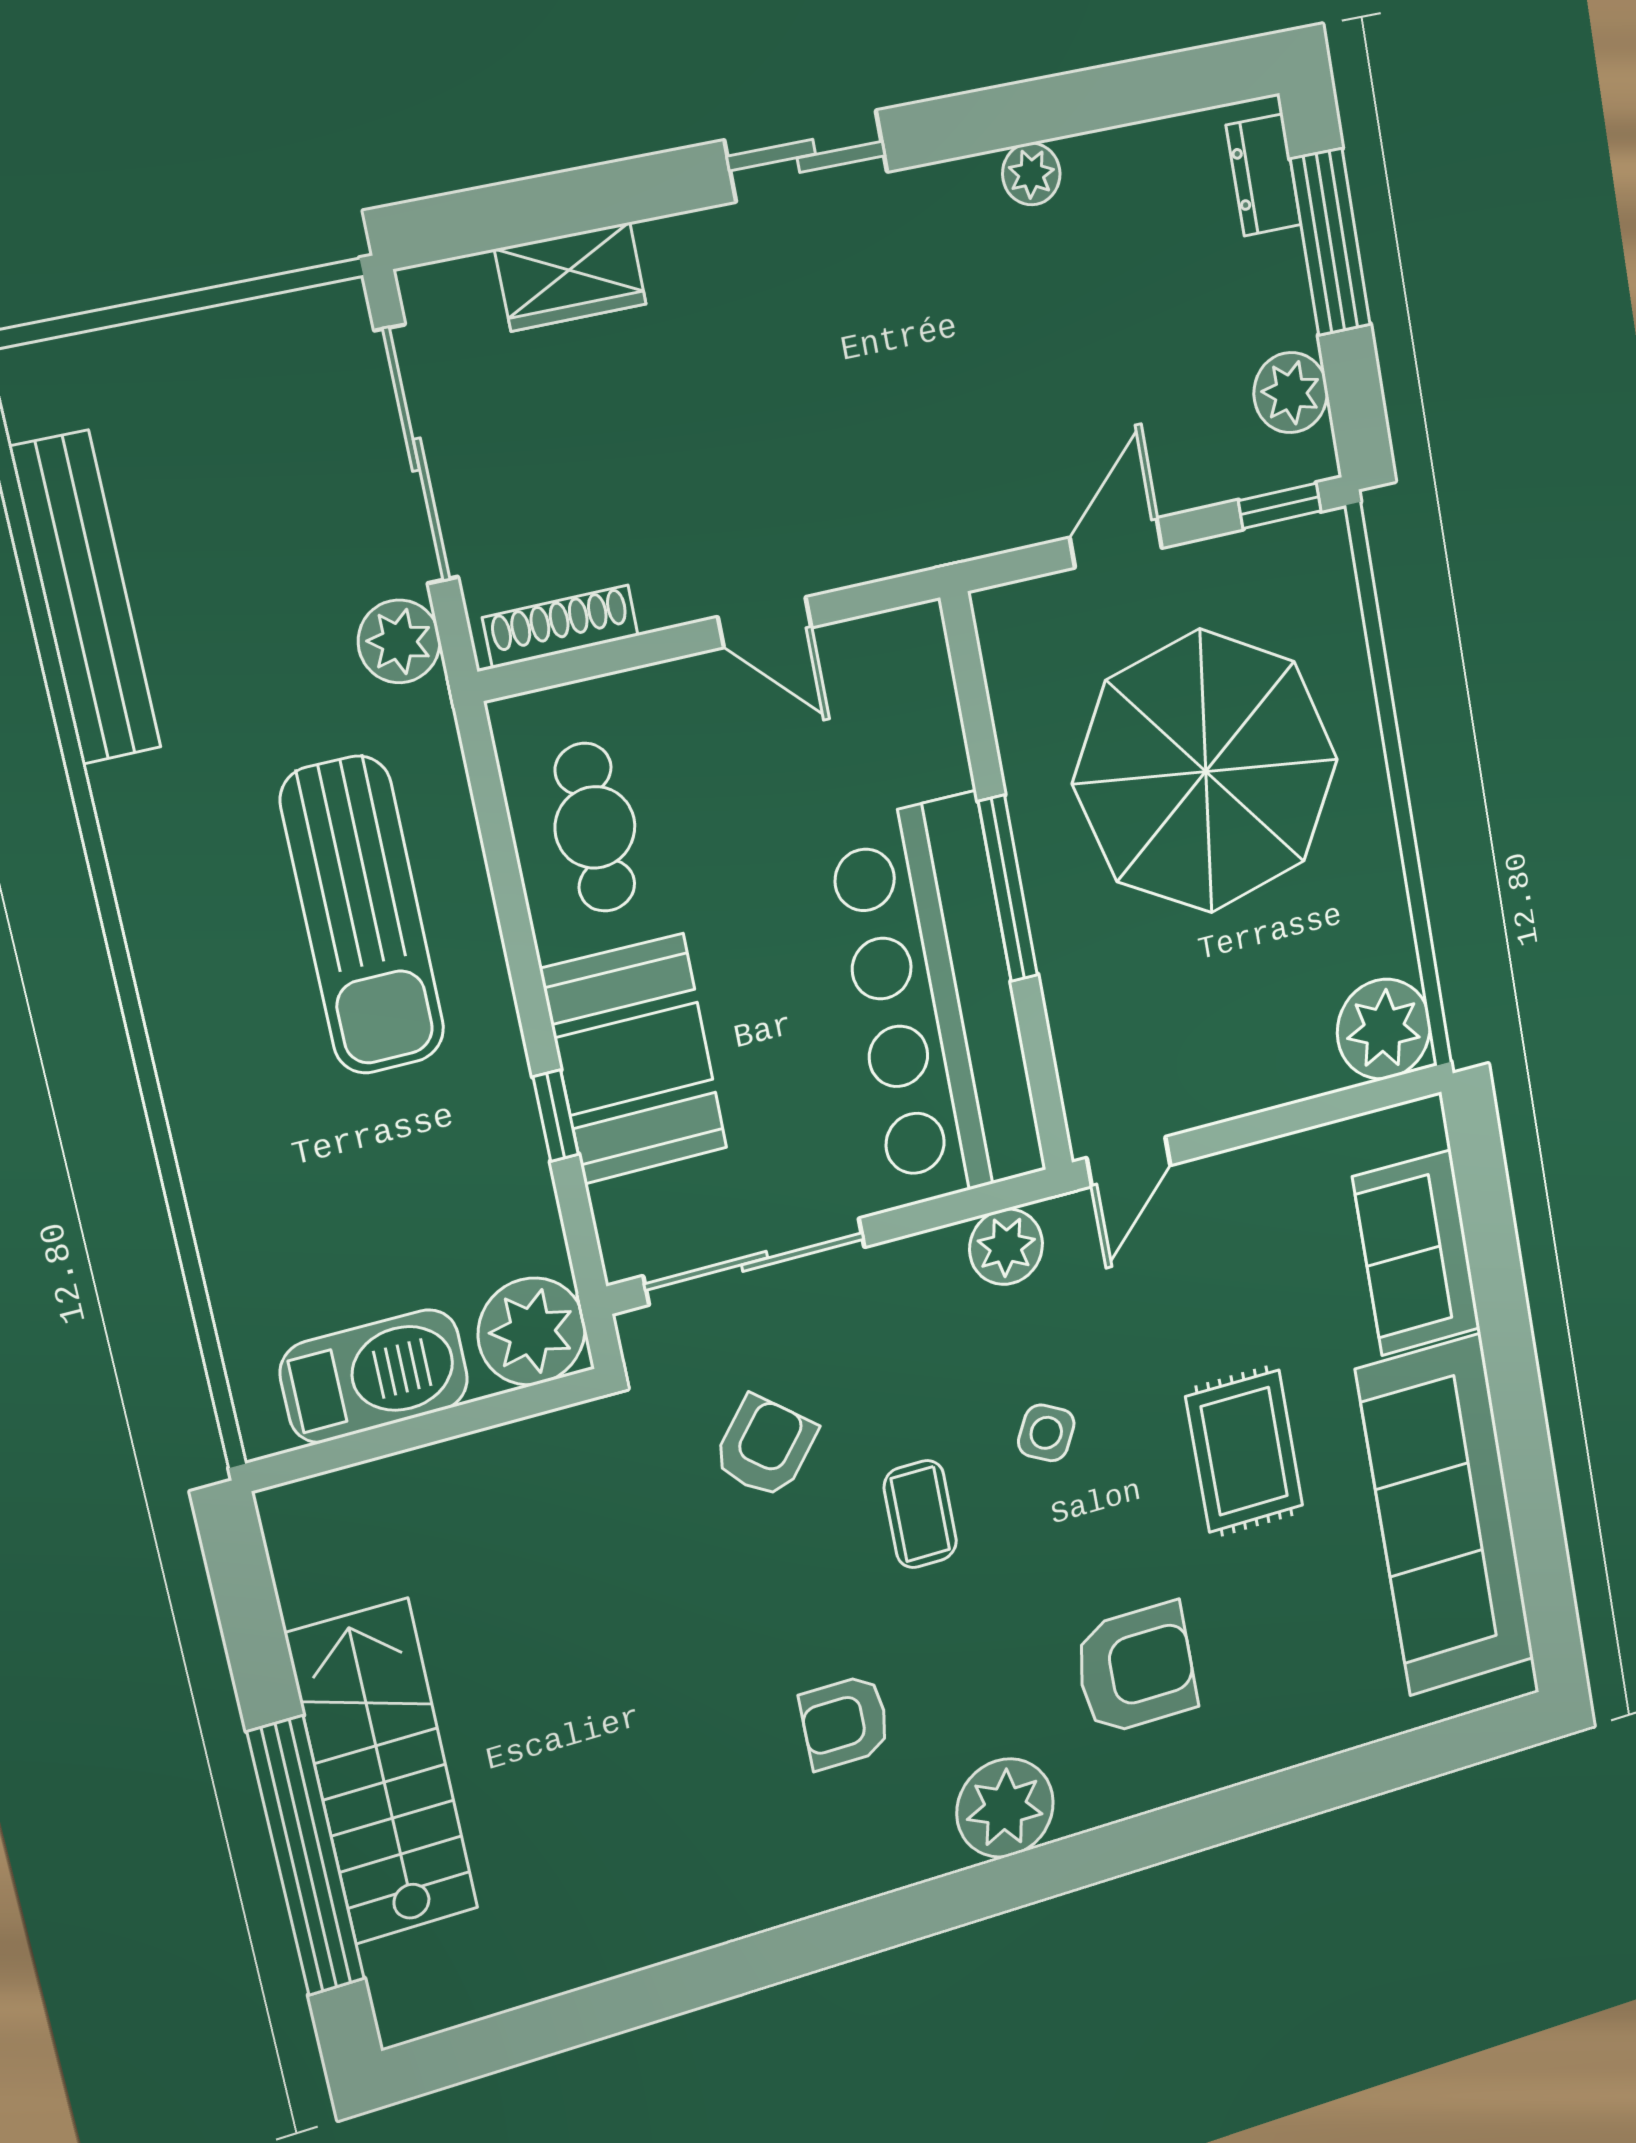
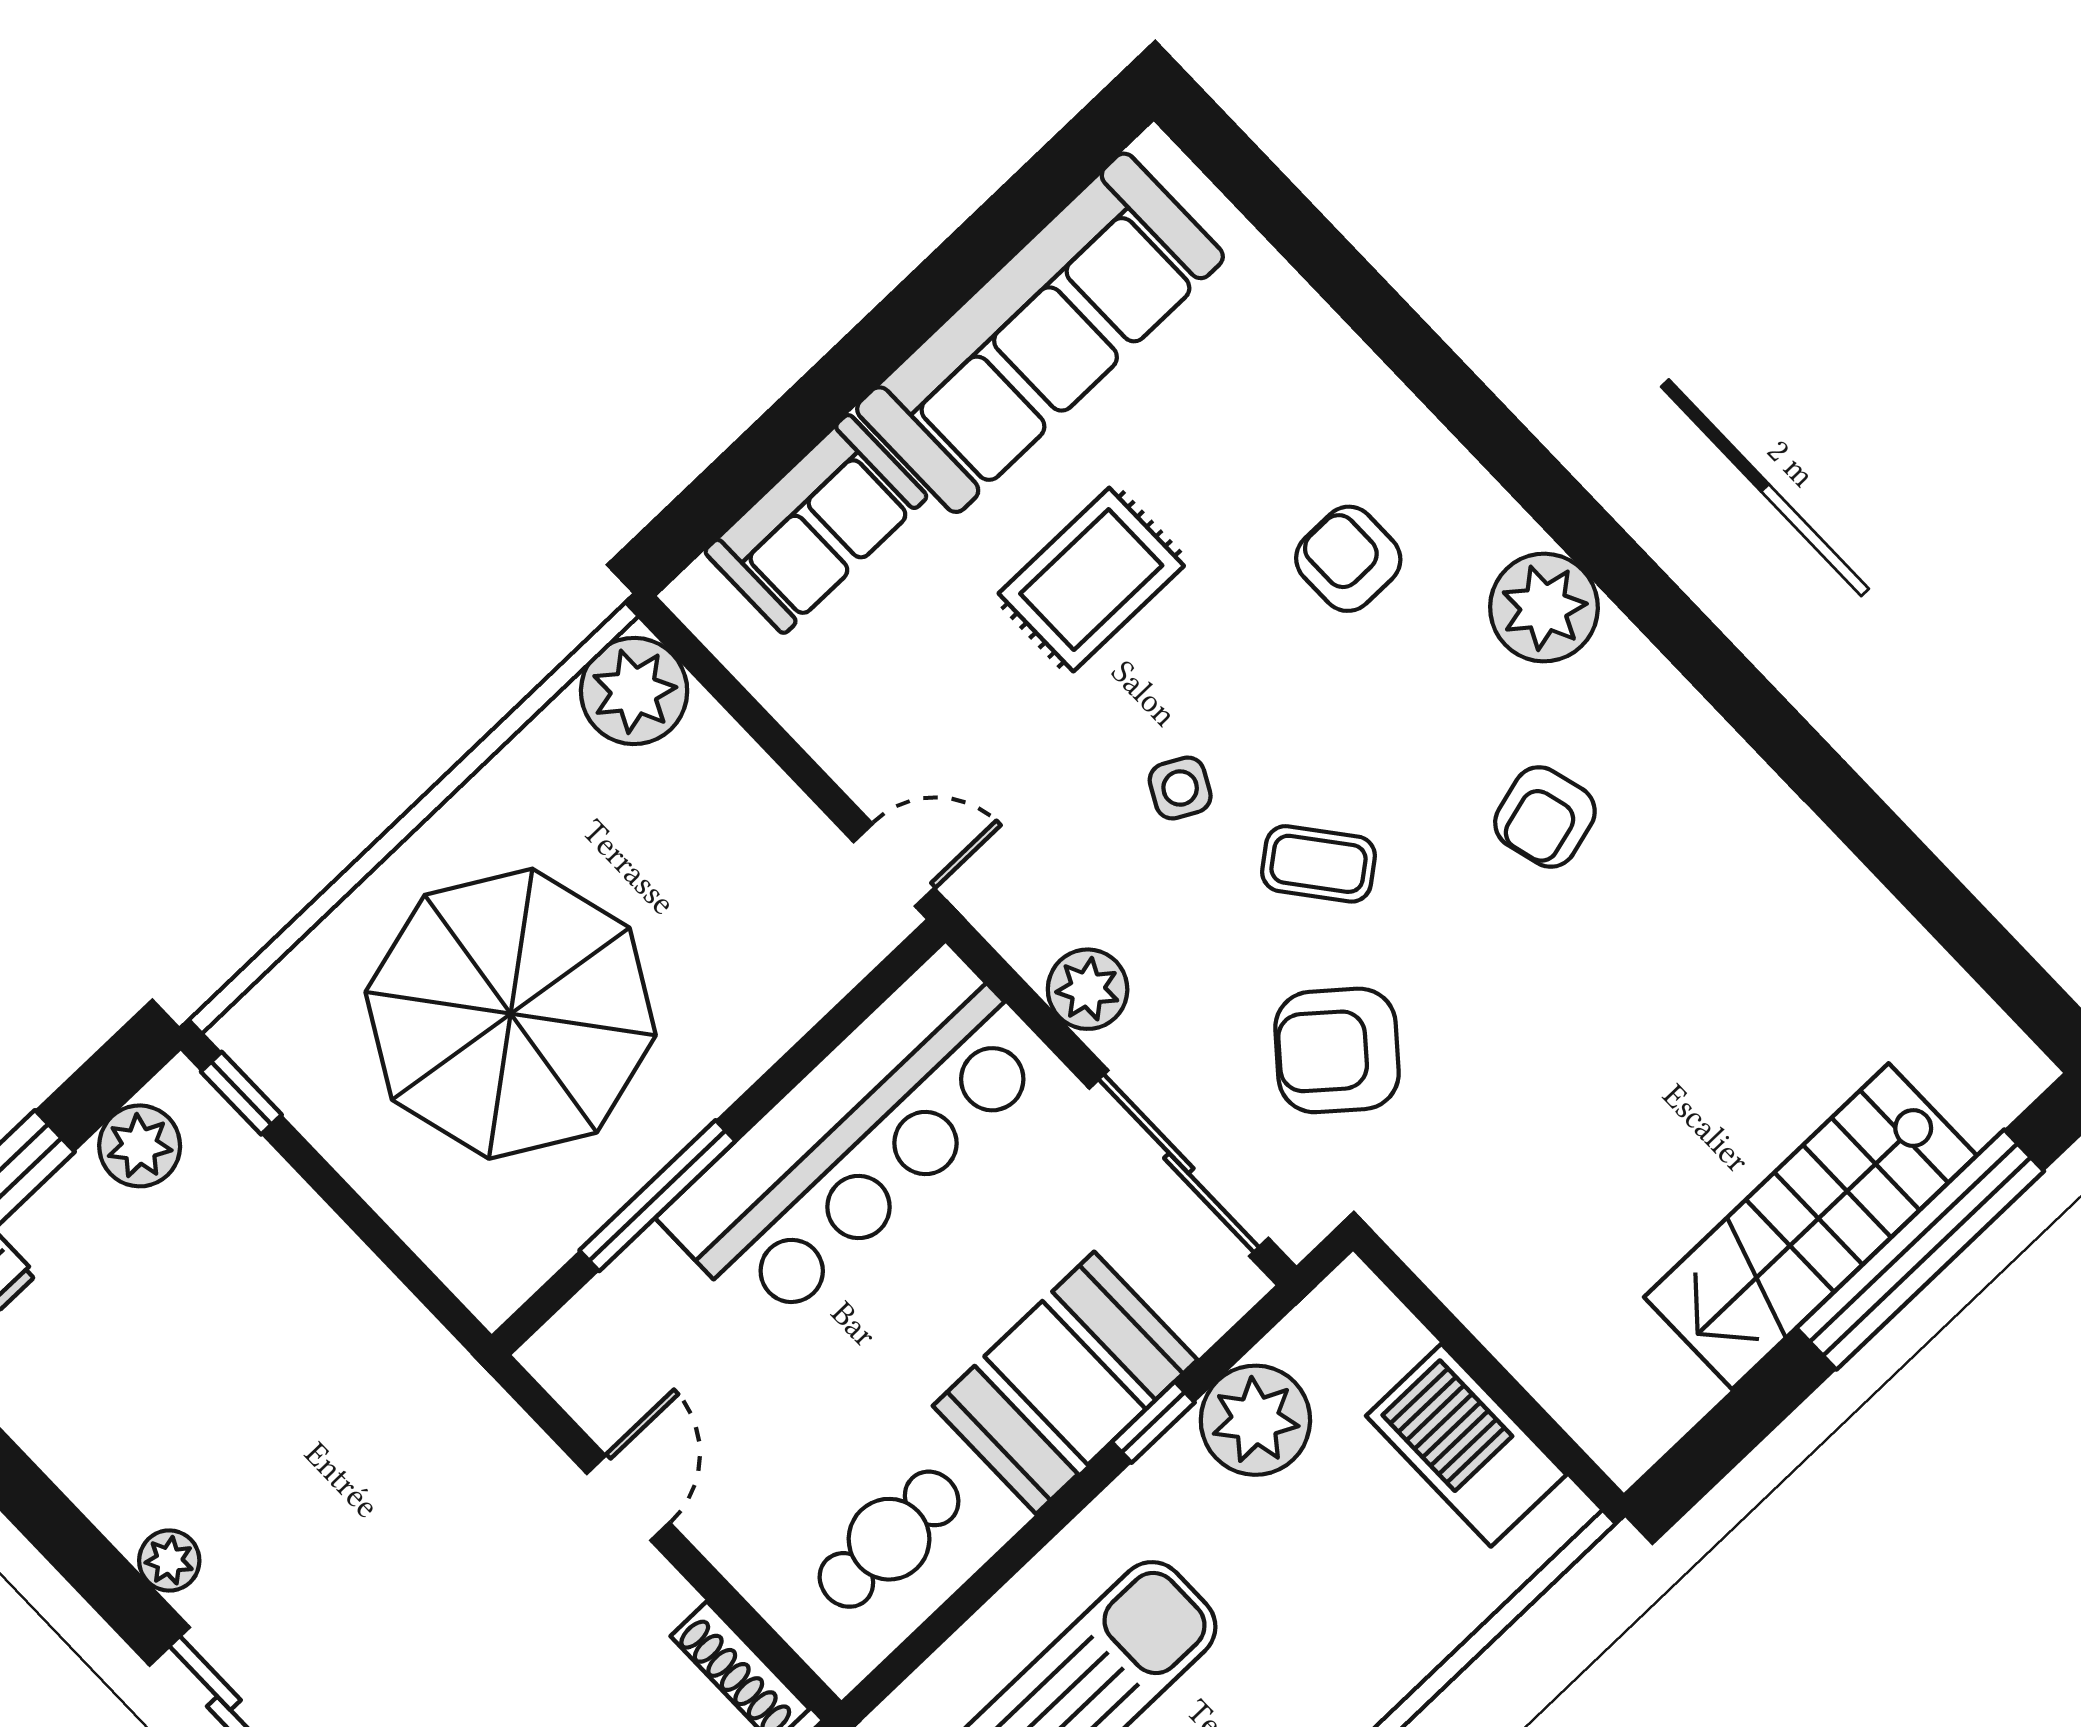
plant: (1031, 174) -> (169, 1561), moved
door: (1116, 543) -> (367, 1225), removed
window: (1008, 888) -> (657, 1196), moved
plant: (1006, 1247) -> (1088, 989), moved
plant: (532, 1331) -> (1255, 1420), moved
armchair: (765, 1447) -> (1337, 1050), width x1.38, depth x1.38
coffee table: (920, 1514) -> (1319, 864), turned 52
armchair: (1136, 1669) -> (1348, 559), width x0.72, depth x0.72
armchair: (845, 1722) -> (1545, 817), turned 75

